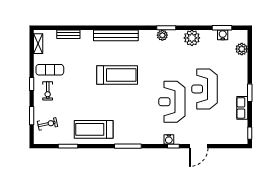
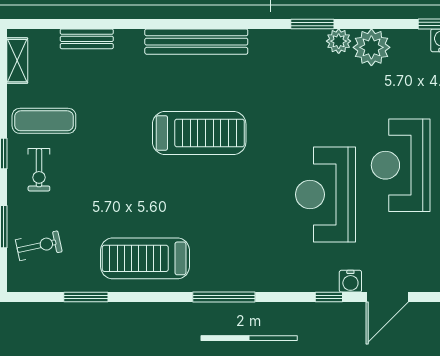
plant: (162, 35) -> (339, 41), moved
water cooler: (169, 139) -> (350, 281), moved

